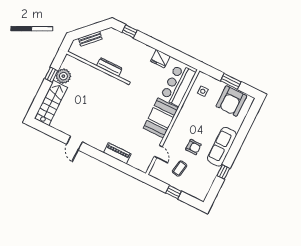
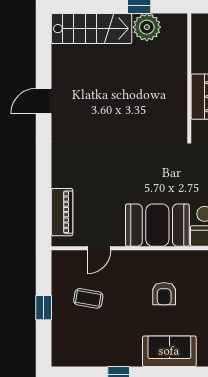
armchair: (193, 147) -> (164, 294), moved
sofa: (222, 147) -> (169, 351), width x0.73
piano: (117, 153) -> (62, 212), moved

